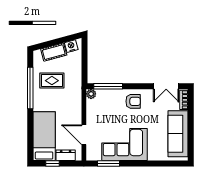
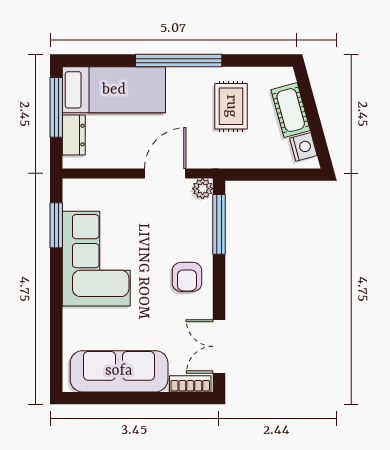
window: (30, 88) -> (179, 61), moved
door: (84, 135) -> (165, 173), moved
window: (52, 164) -> (56, 107), width x2.17

